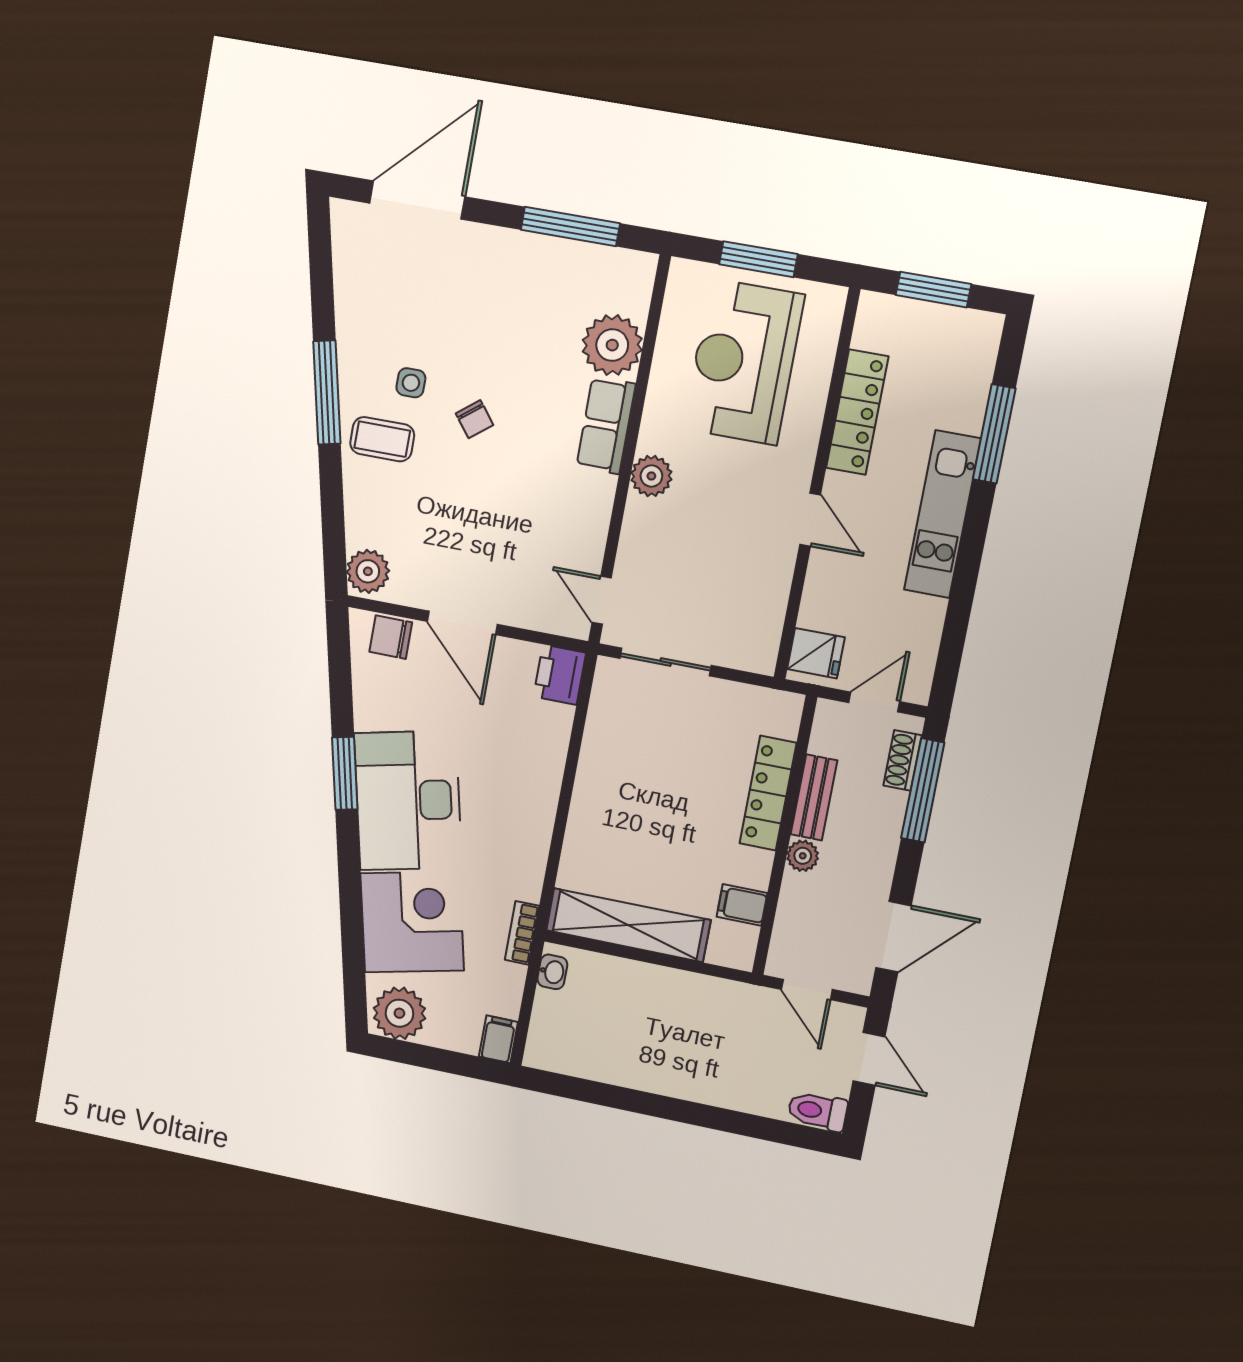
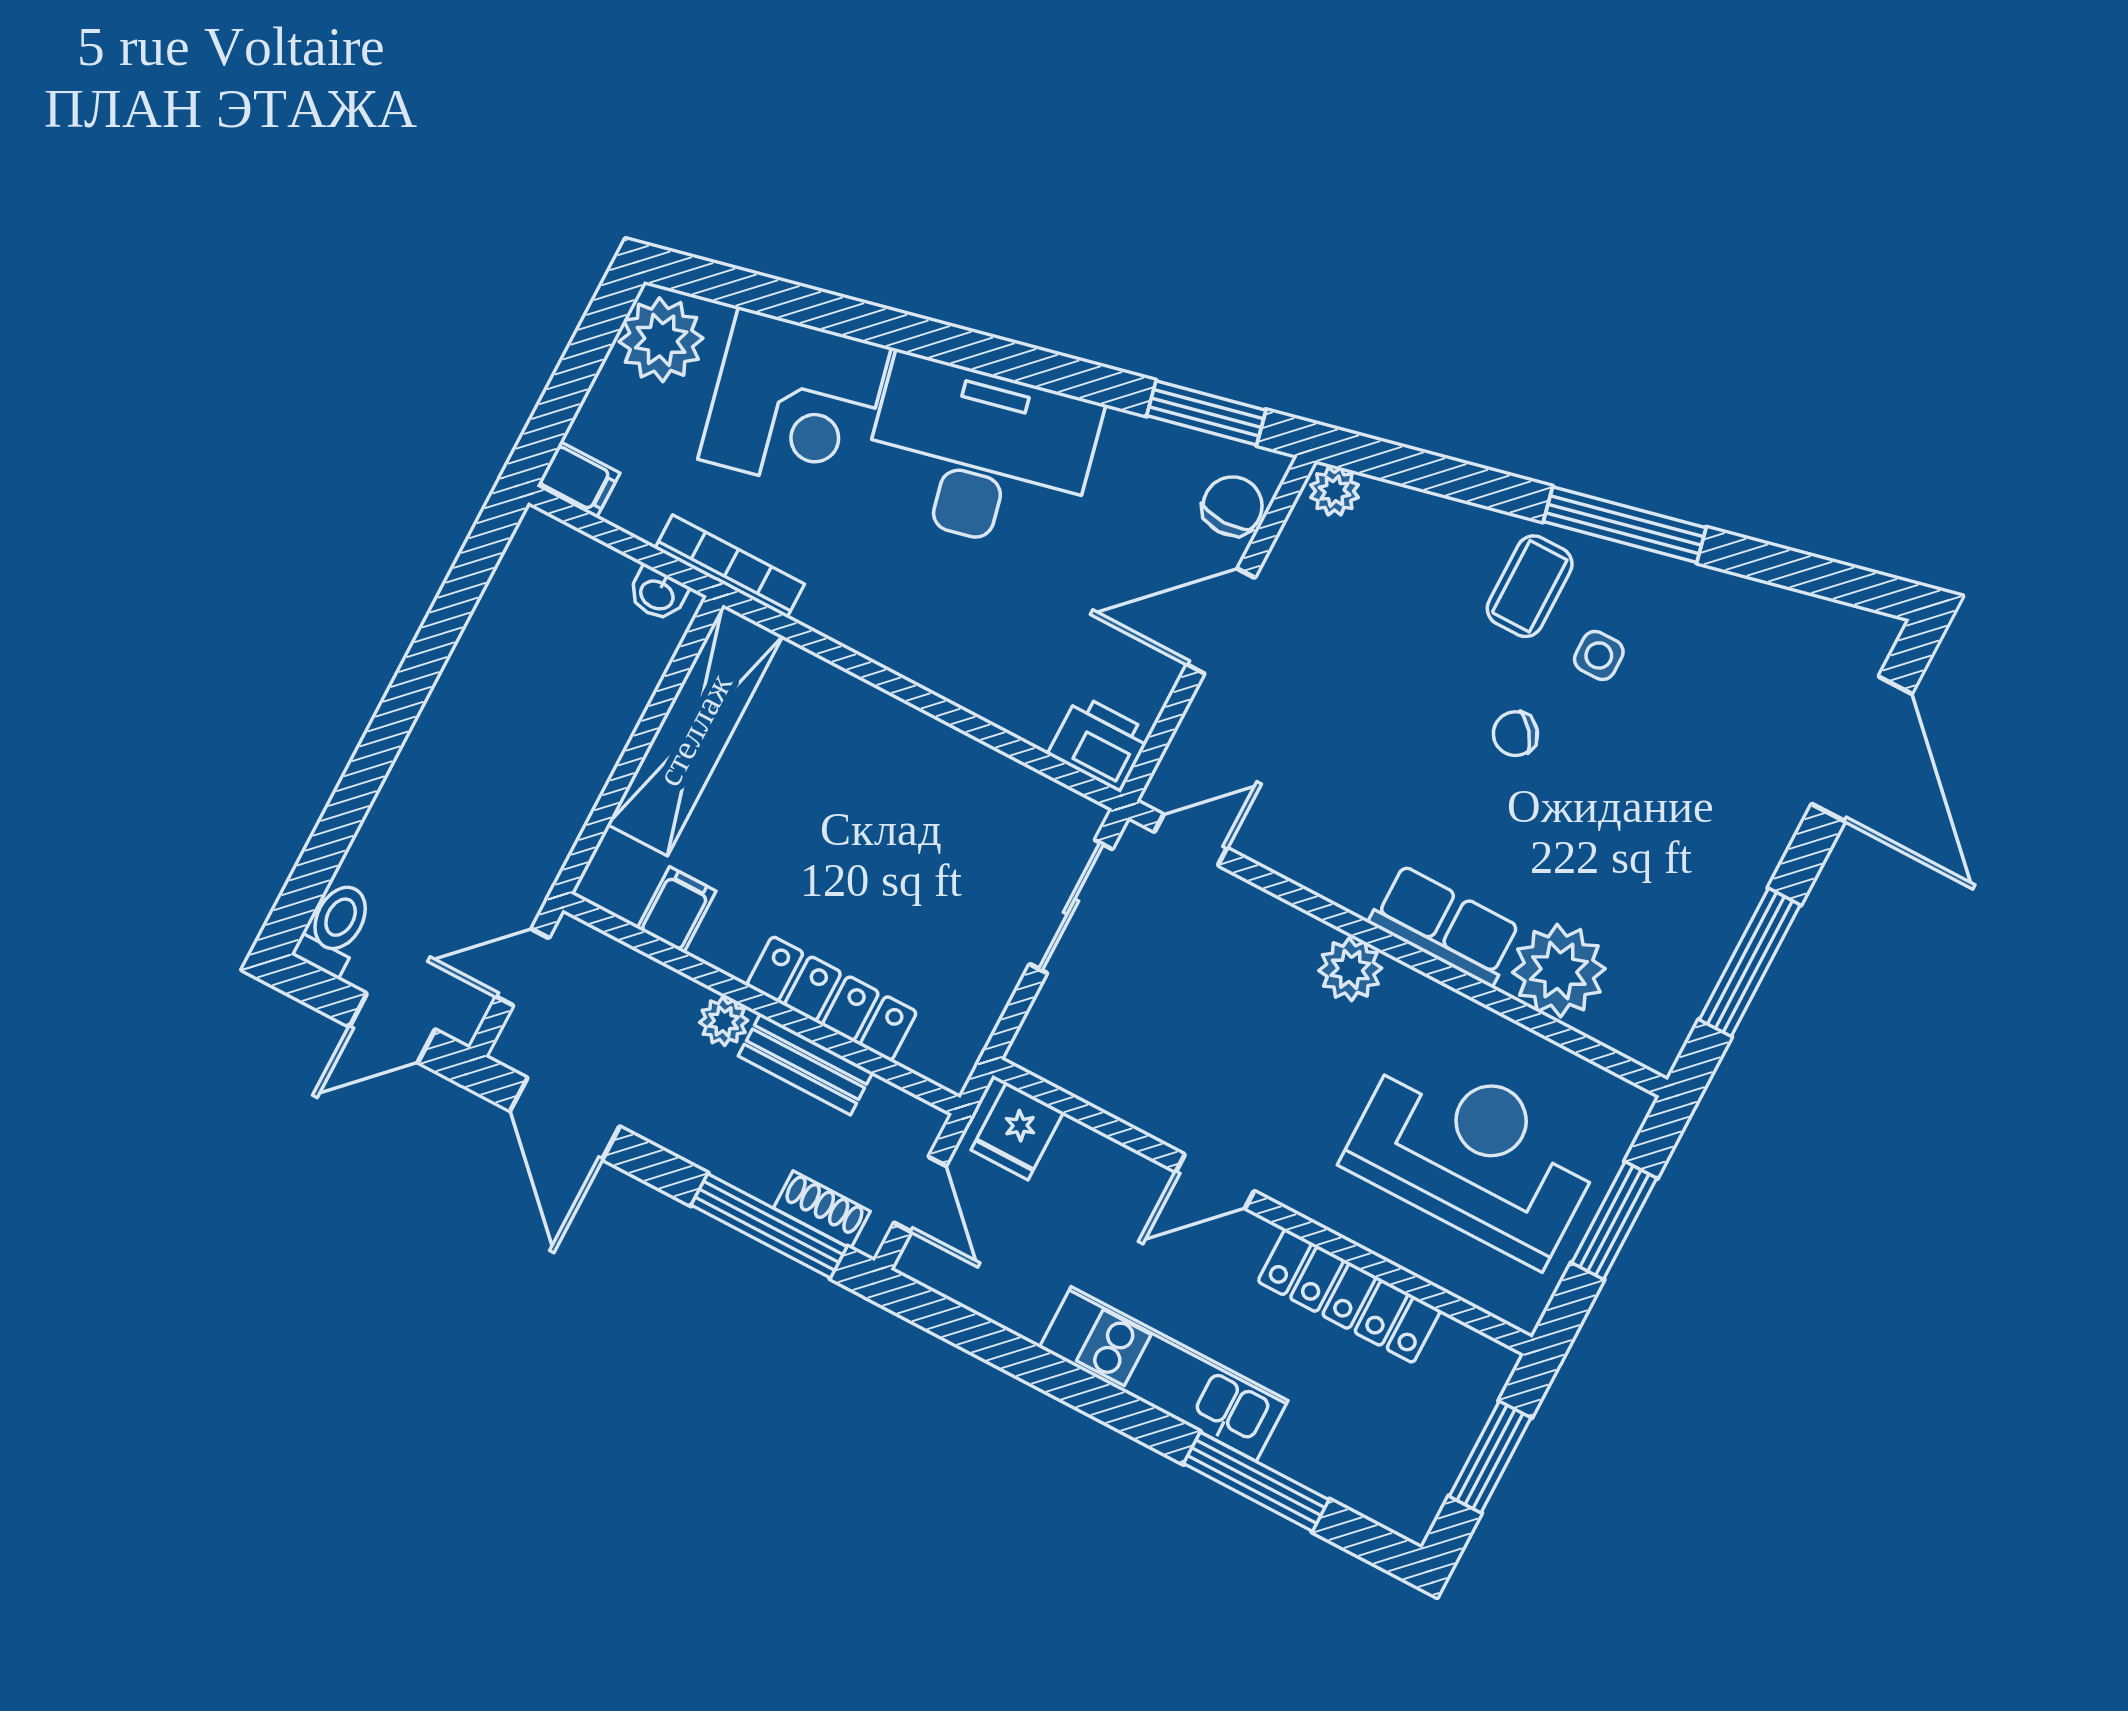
plant: (368, 571) -> (1334, 491), width x0.73, depth x0.73
window: (345, 773) -> (1206, 413), moved
bookcase: (522, 933) -> (730, 566), width x1.56

